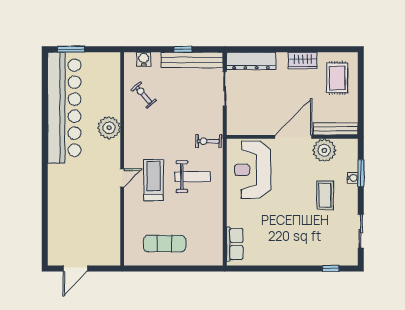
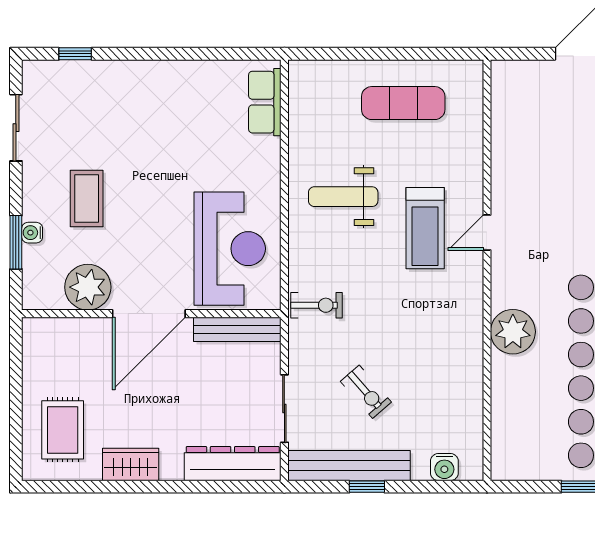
exercise bike: (144, 95) -> (366, 392), moved
bench: (336, 129) -> (237, 329), moved
weight bench: (192, 177) -> (343, 197), moved

